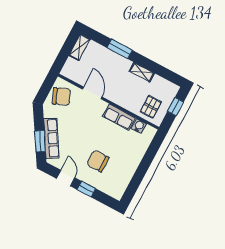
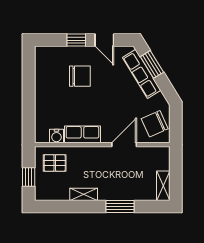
door: (92, 93) -> (124, 145), swing flipped
pallet: (151, 107) -> (55, 163), turned 90

